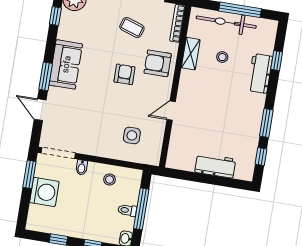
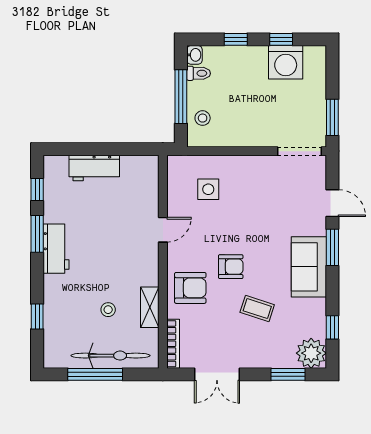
coffee table: (132, 27) -> (257, 309), moved
workbench: (260, 73) -> (56, 249), moved
armchair: (125, 74) -> (231, 267), turned -90
bidet: (82, 167) -> (267, 137), removed
stool: (110, 179) -> (203, 118), moved
washing machine: (44, 192) -> (286, 62), moved, turned -90
toilet: (127, 210) -> (199, 73), moved

